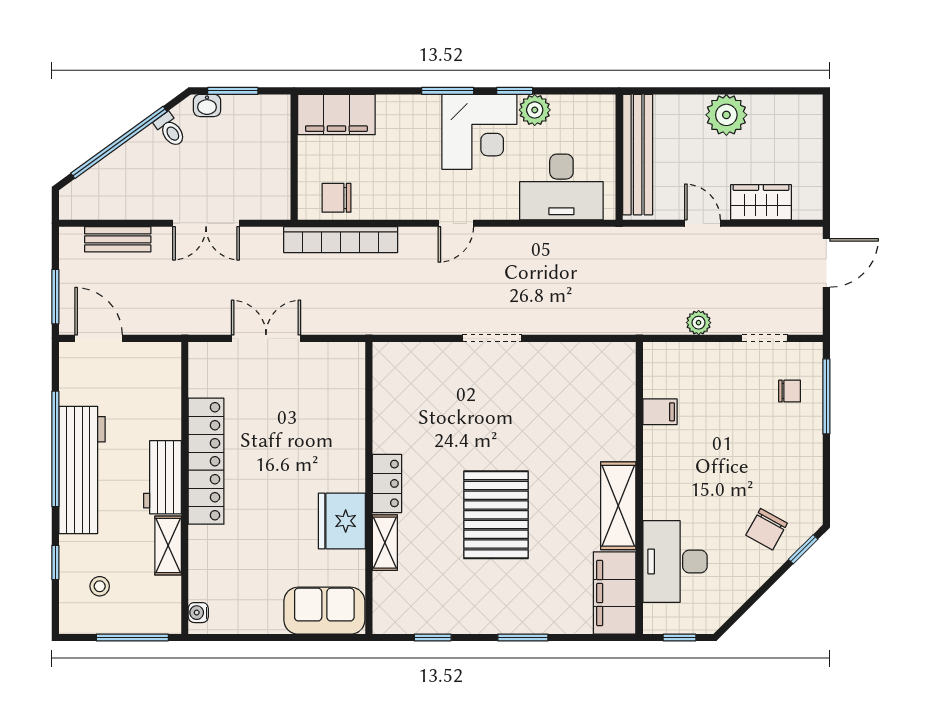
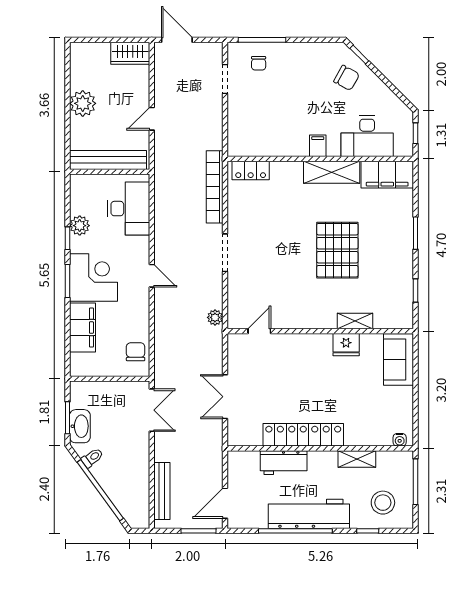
washbasin: (207, 105) -> (80, 426), width x1.91, depth x1.45
filing cabinet: (336, 115) -> (82, 328), moved
corner desk: (479, 132) -> (94, 277), moved
chair: (337, 198) -> (136, 352), turned 180
wardrobe: (761, 202) -> (130, 53), moved, turned -90
double door: (206, 223) -> (152, 410), moved
bench: (118, 239) -> (162, 491), width x1.36
bookcase: (341, 240) -> (215, 187), moved, turned 180
plant: (699, 323) -> (215, 317), moved
chair: (790, 391) -> (259, 63), turned 180
door: (369, 392) -> (259, 331), added
filing cabinet: (660, 412) -> (318, 146), moved
workbench: (162, 477) -> (284, 463), moved
locker: (387, 483) -> (251, 170), moved, turned 180
pallet: (496, 515) -> (337, 250), turned 90
fridge: (342, 521) -> (346, 345), width x0.73, depth x0.75
stool: (100, 586) -> (383, 503), width x1.89, depth x1.89

